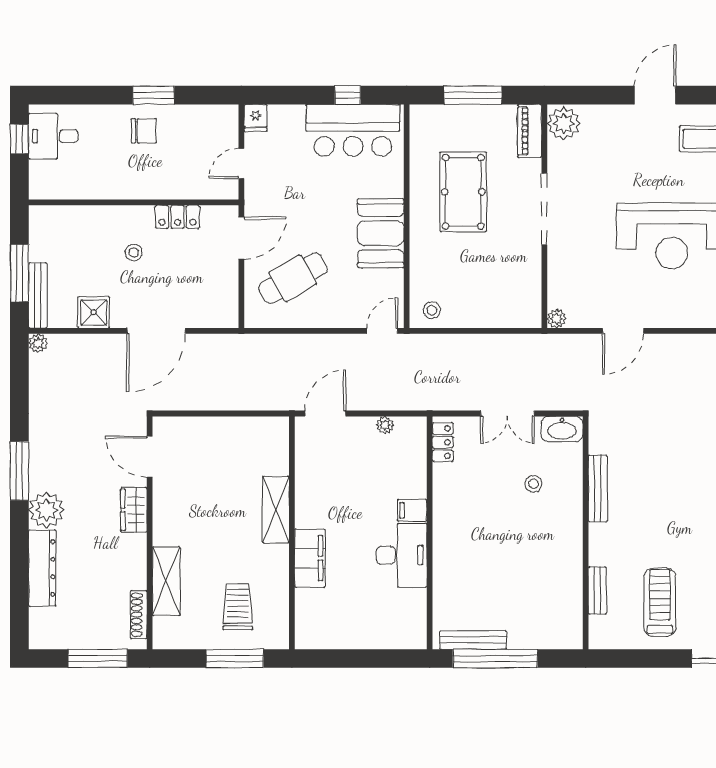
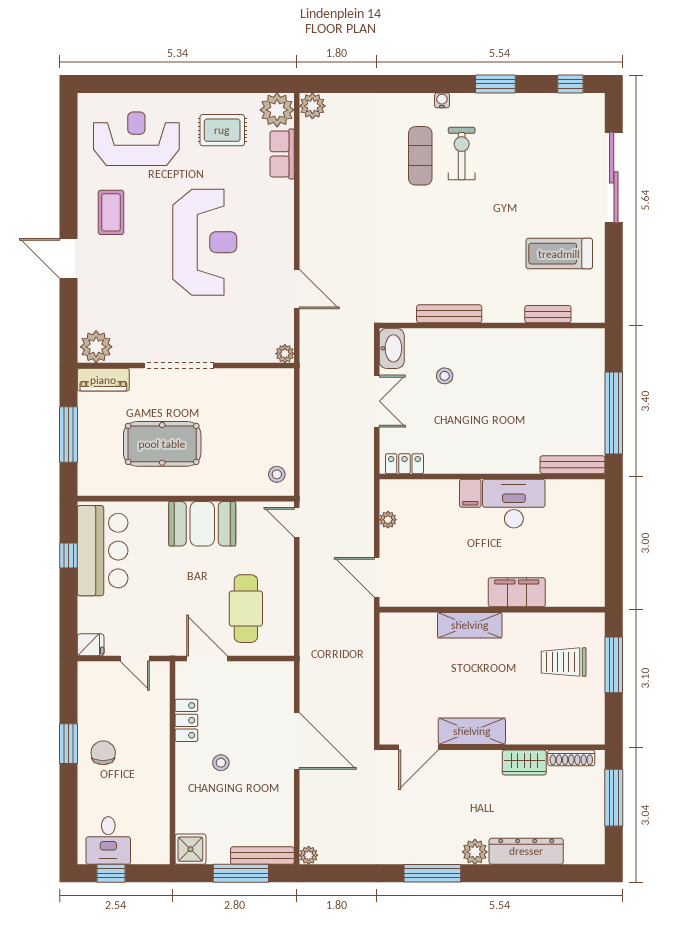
cafe table: (293, 278) -> (246, 609), turned 30
shower: (94, 312) -> (190, 849), moved
plant: (46, 510) -> (475, 852), width x0.73, depth x0.73
wardrobe: (134, 510) -> (524, 763), moved
shelving: (166, 581) -> (472, 731), moved
bench: (473, 640) -> (573, 465), moved, turned 90

